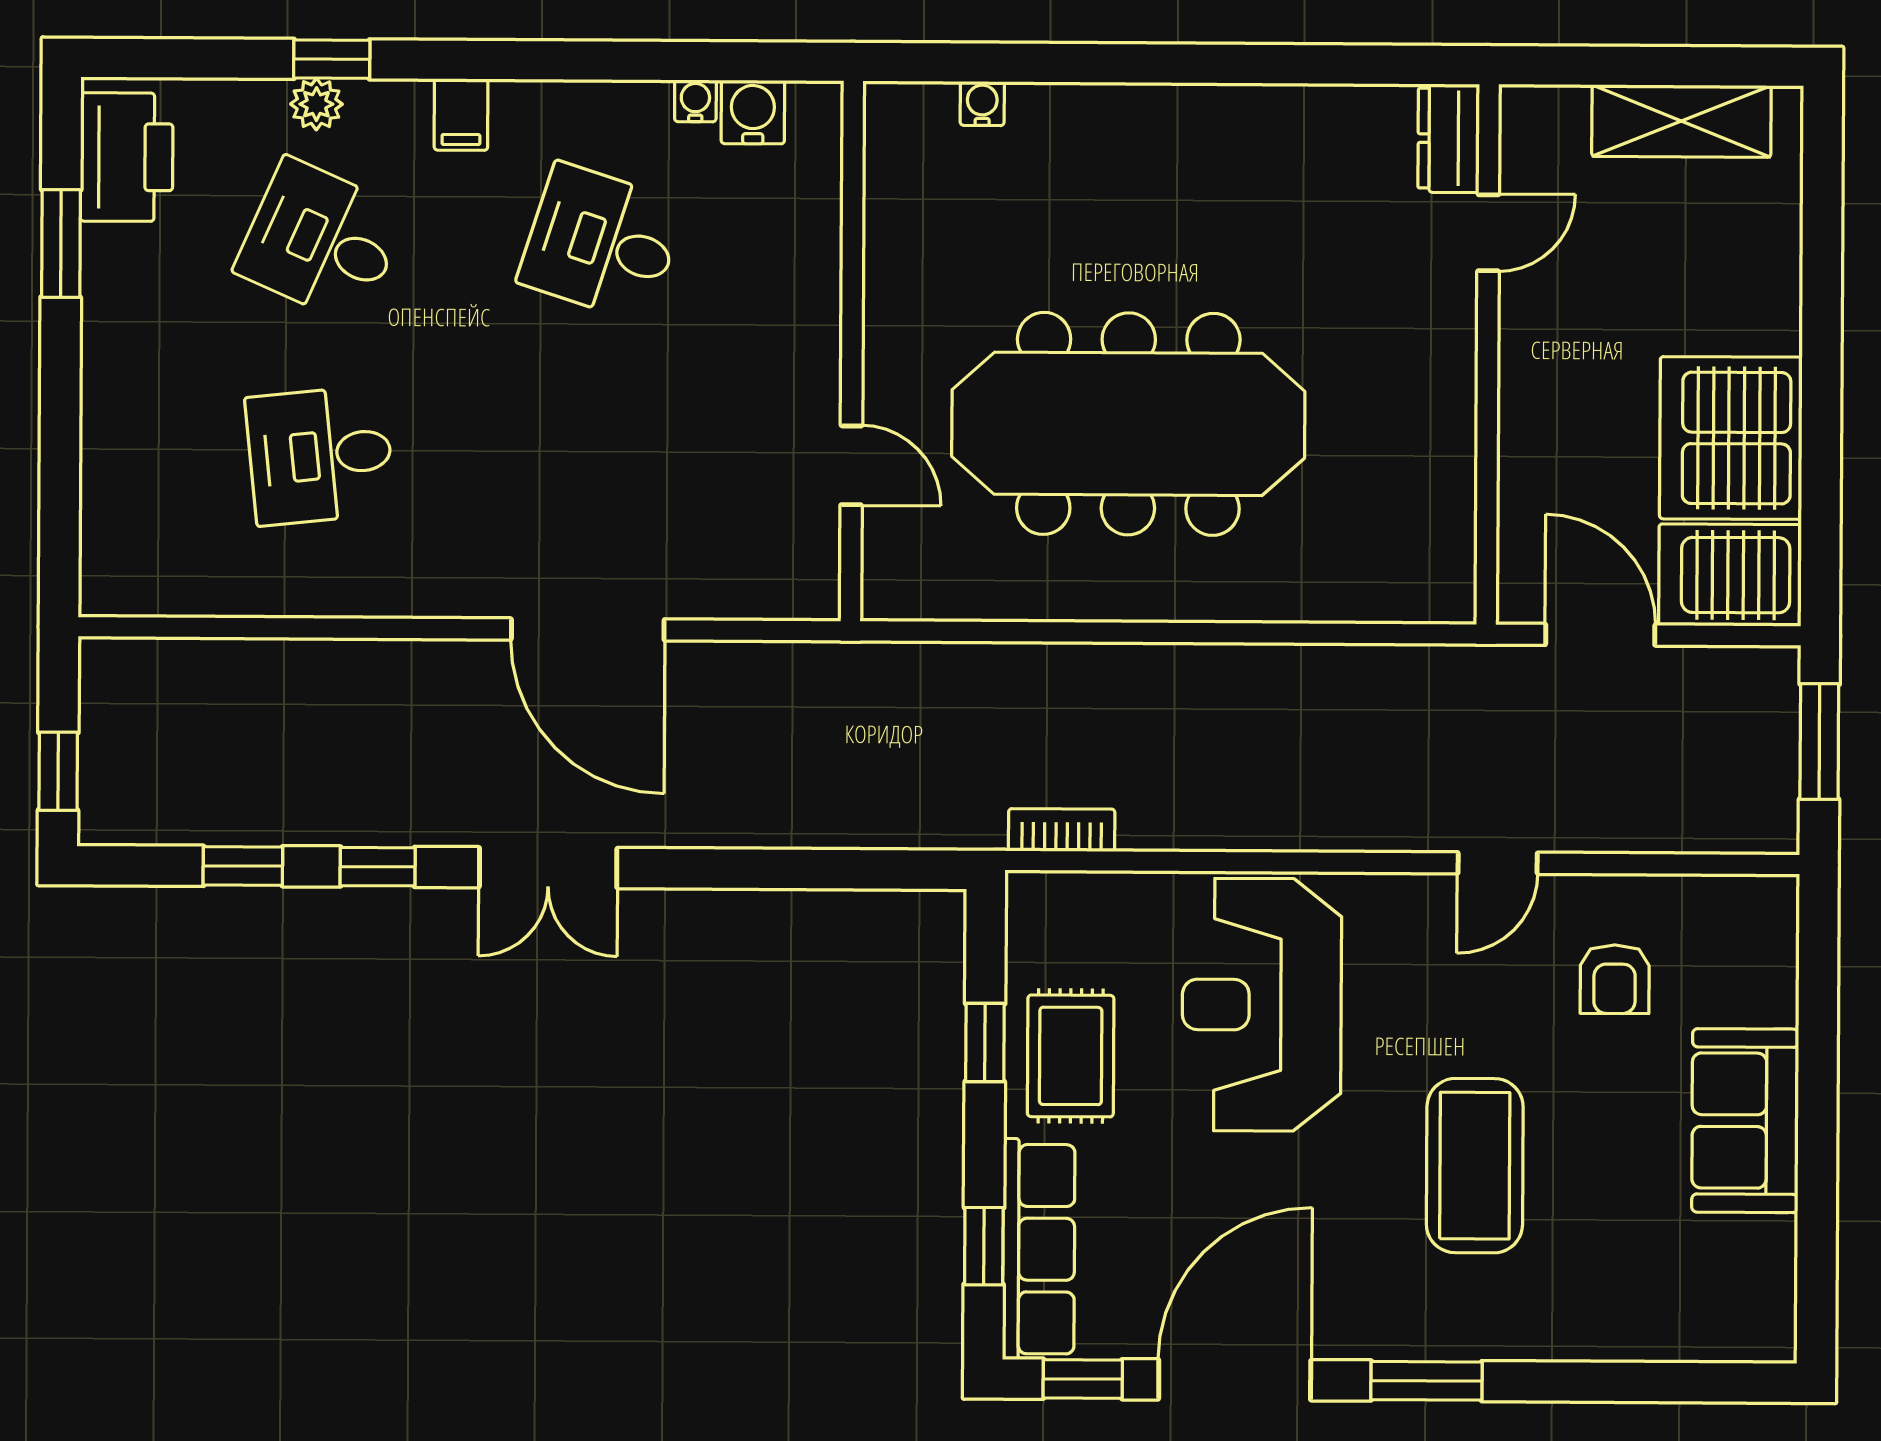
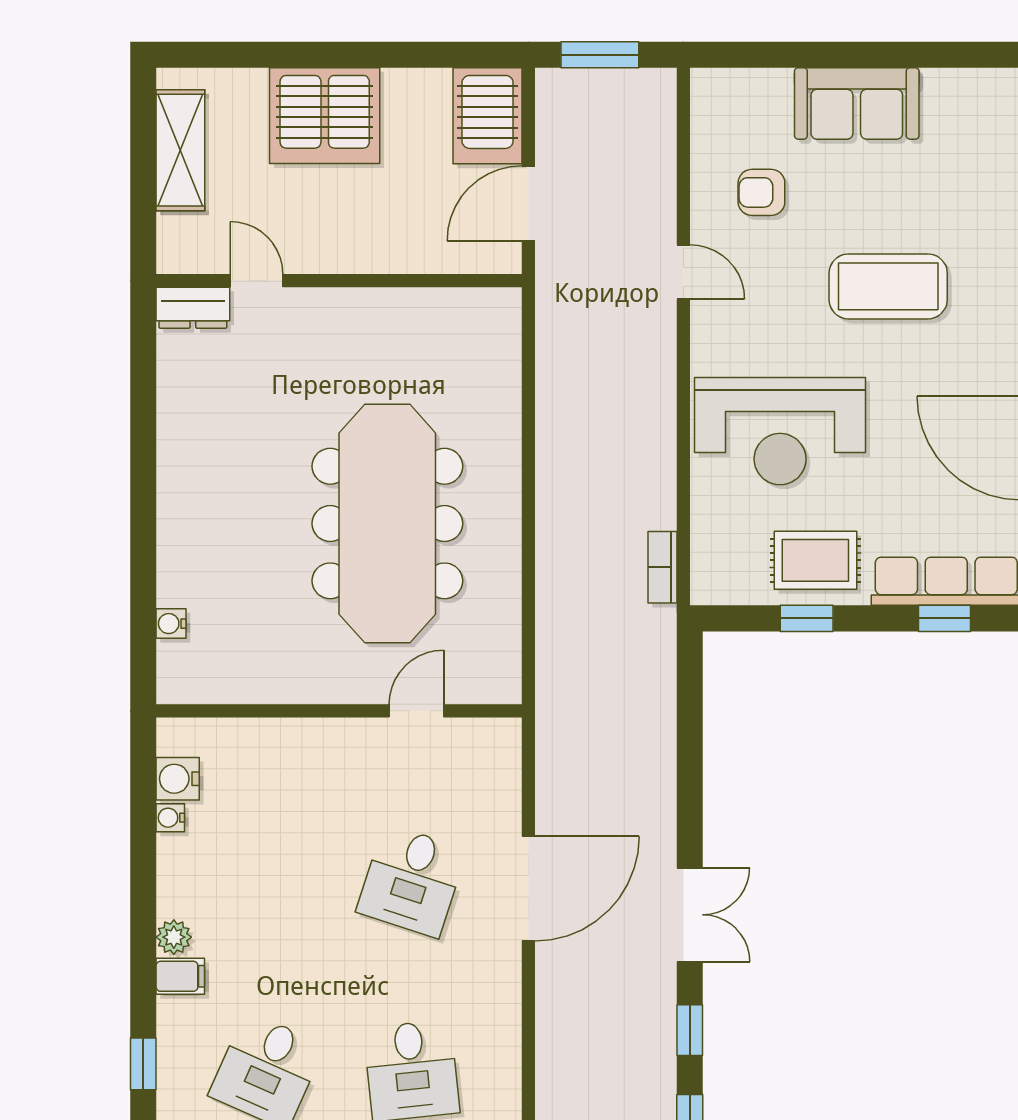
plant: (316, 104) -> (174, 937), moved
desk: (602, 243) -> (412, 881), moved
server rack: (1731, 438) -> (325, 116), moved
armchair: (1615, 979) -> (761, 192), turned 180

